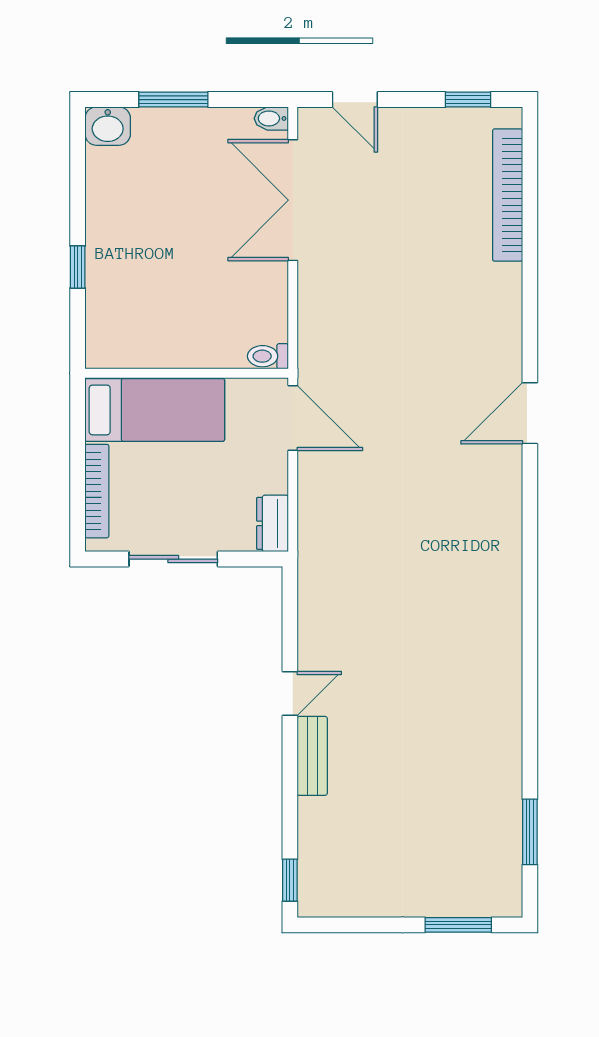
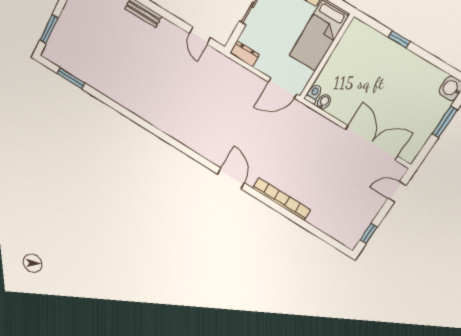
bidet: (271, 118) -> (324, 102), moved
bookcase: (508, 195) -> (281, 199), moved
door: (290, 694) -> (200, 36), moved

